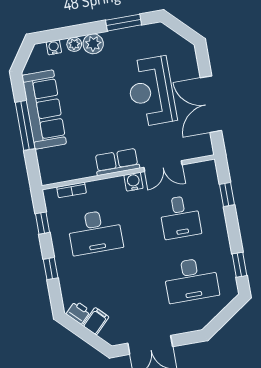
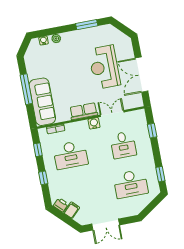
plant: (93, 44) -> (68, 38), removed
sofa: (44, 110) -> (42, 102), moved
double door: (163, 166) -> (112, 113), swing flipped

